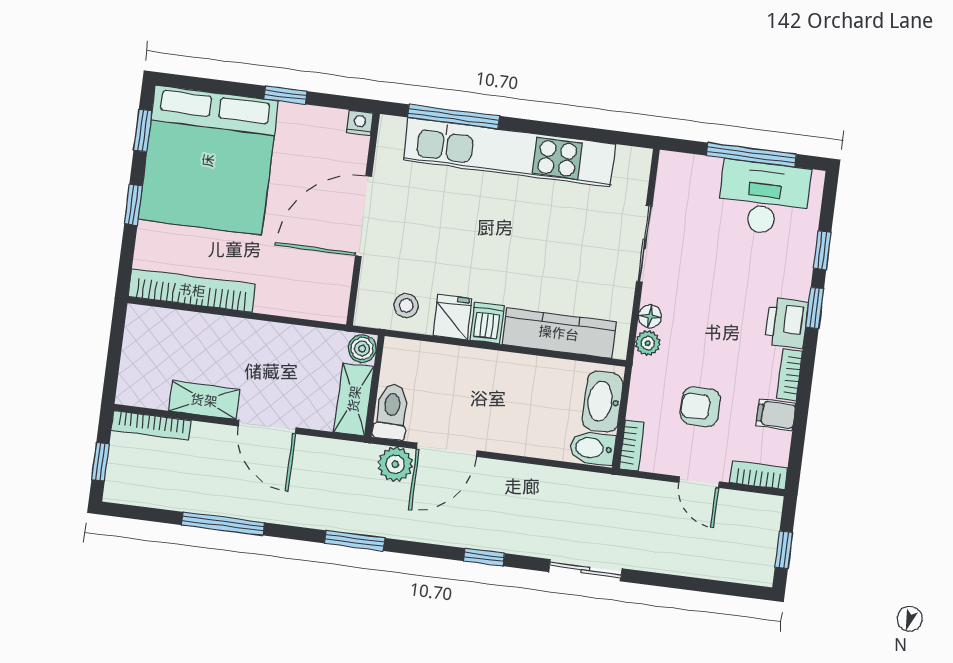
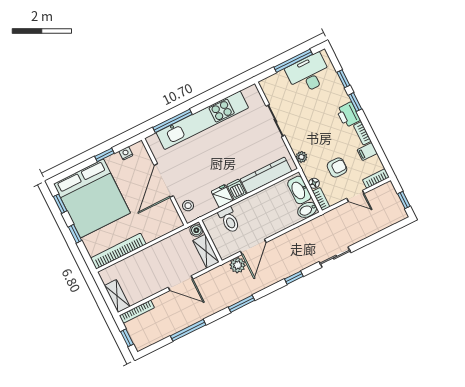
nightstand: (360, 123) -> (126, 153), moved
stool: (406, 306) -> (188, 206), moved
floor lamp: (650, 316) -> (314, 183), moved
shelving: (204, 400) -> (117, 296), moved, turned 90
armchair: (700, 407) -> (337, 168), turned 180
toilet: (391, 412) -> (229, 220), moved, turned 180

